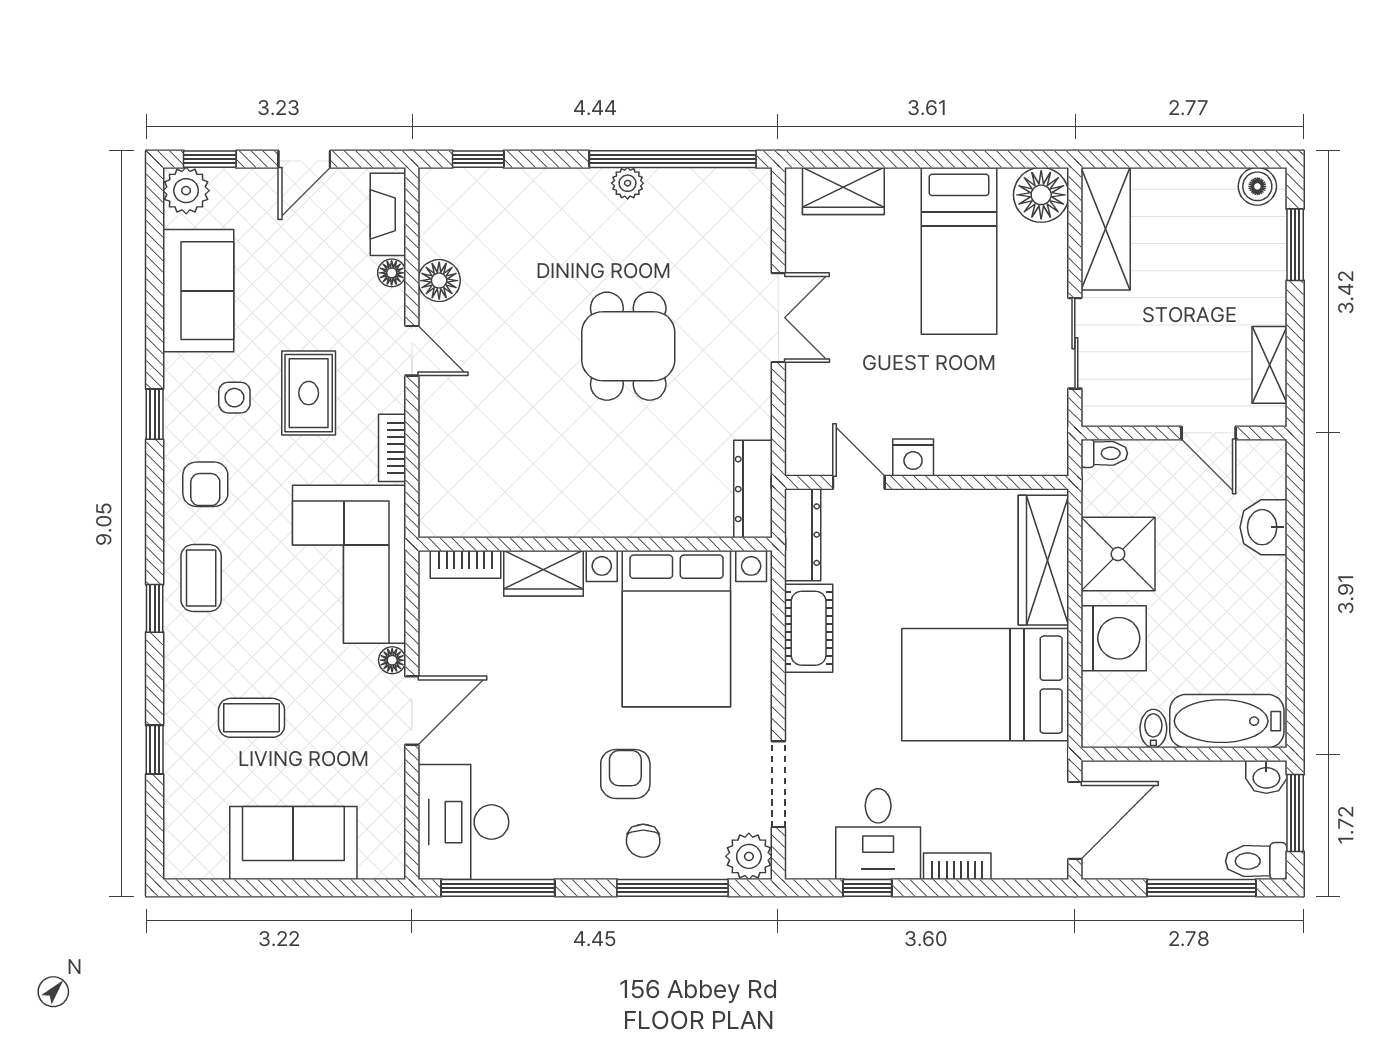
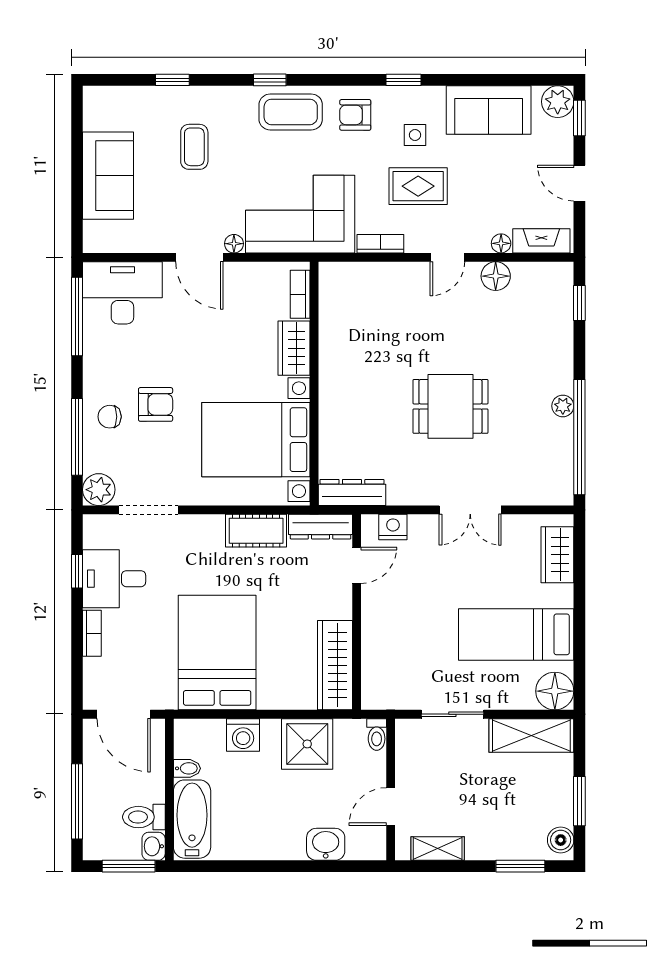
window: (1201, 159) -> (579, 801), added
nightstand: (913, 458) -> (393, 527), moved, turned 90
wardrobe: (1044, 560) -> (335, 665), moved, turned -90
coffee table: (201, 578) -> (291, 112), width x1.36, depth x1.30
washing machine: (1114, 638) -> (243, 735), width x0.73, depth x0.73
toilet: (1256, 861) -> (144, 817), moved, turned -90

